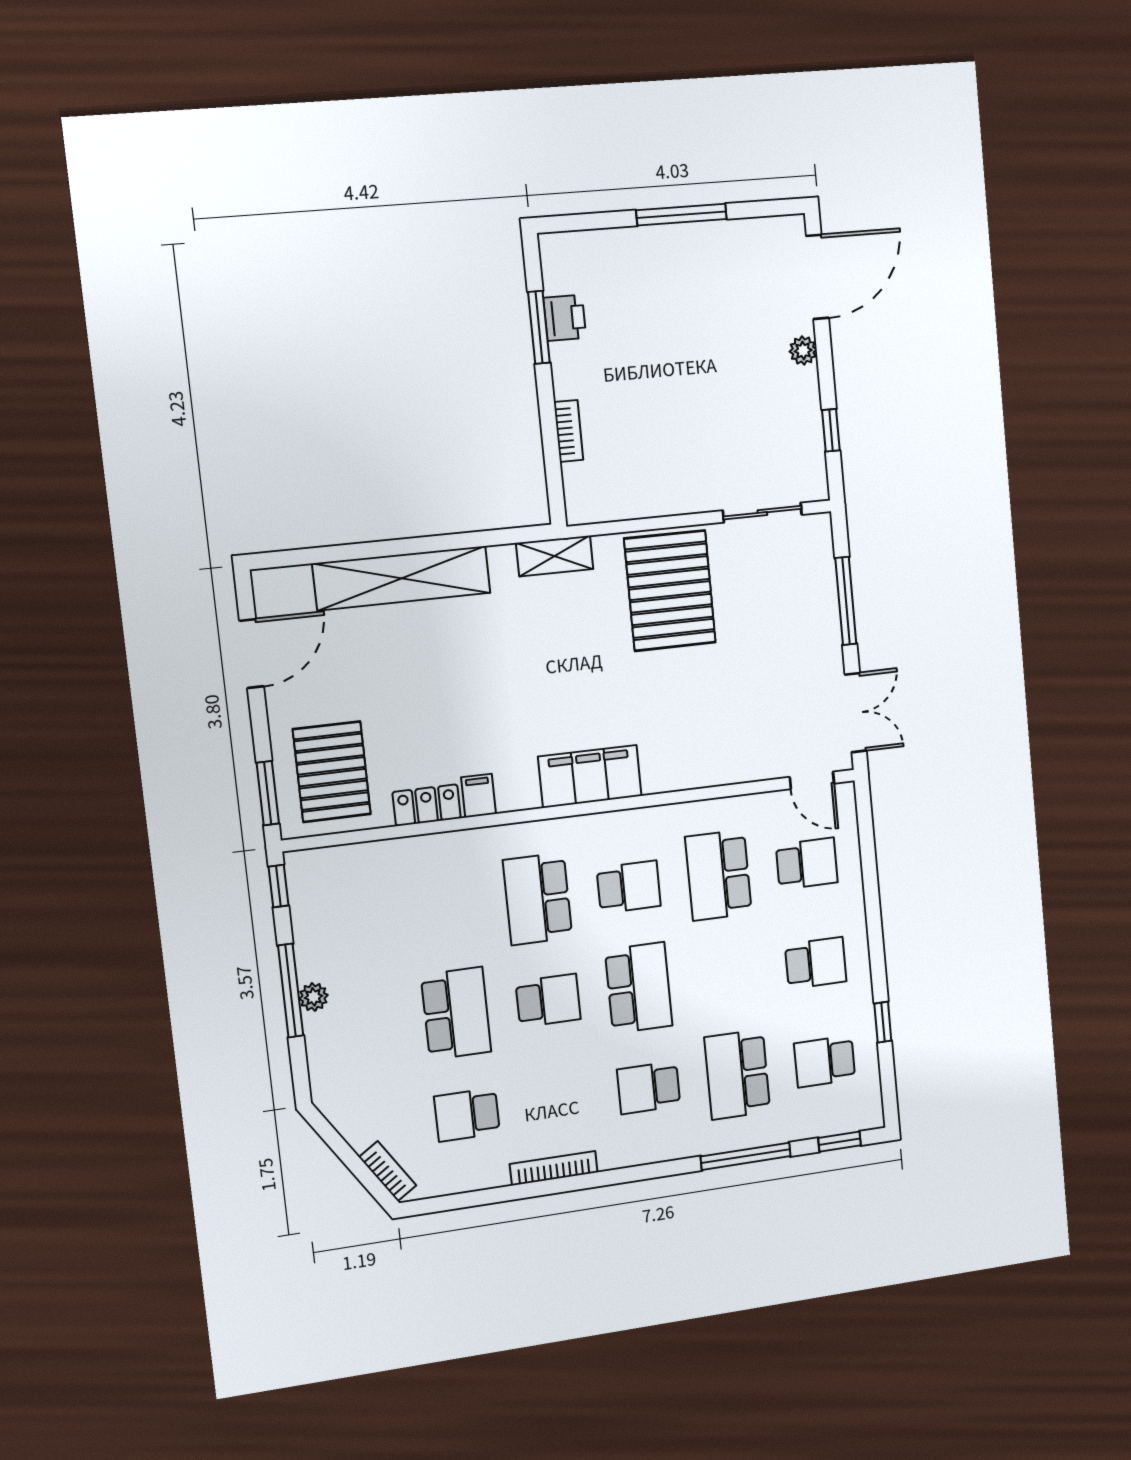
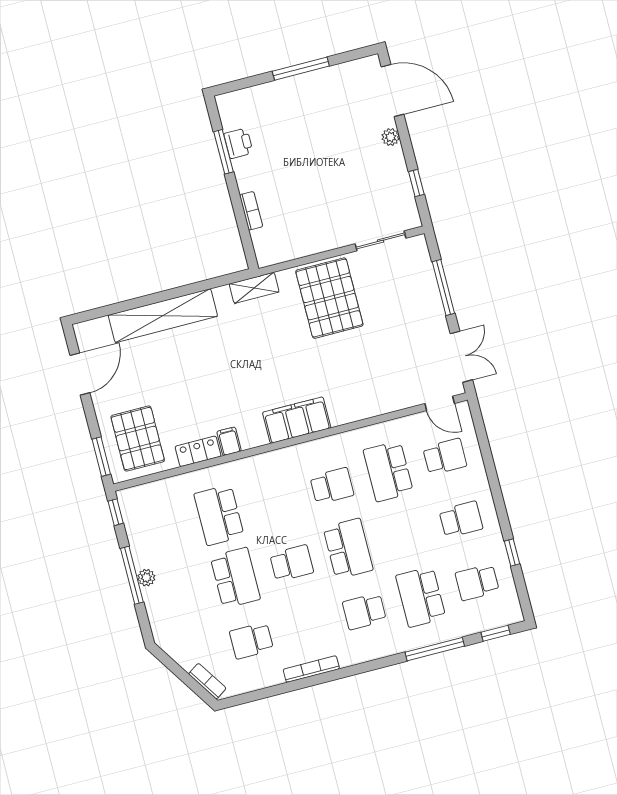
door: (817, 277) -> (392, 91), hinge flipped
school desk: (538, 899) -> (219, 515), moved

